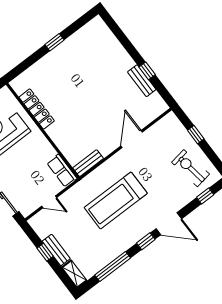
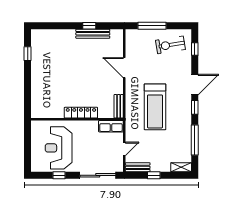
window: (55, 42) -> (28, 54), moved
bench: (142, 81) -> (93, 34), width x1.36
locker: (37, 109) -> (81, 113), moved
window: (196, 135) -> (152, 26), width x2.17
bench: (56, 250) -> (138, 167), moved

